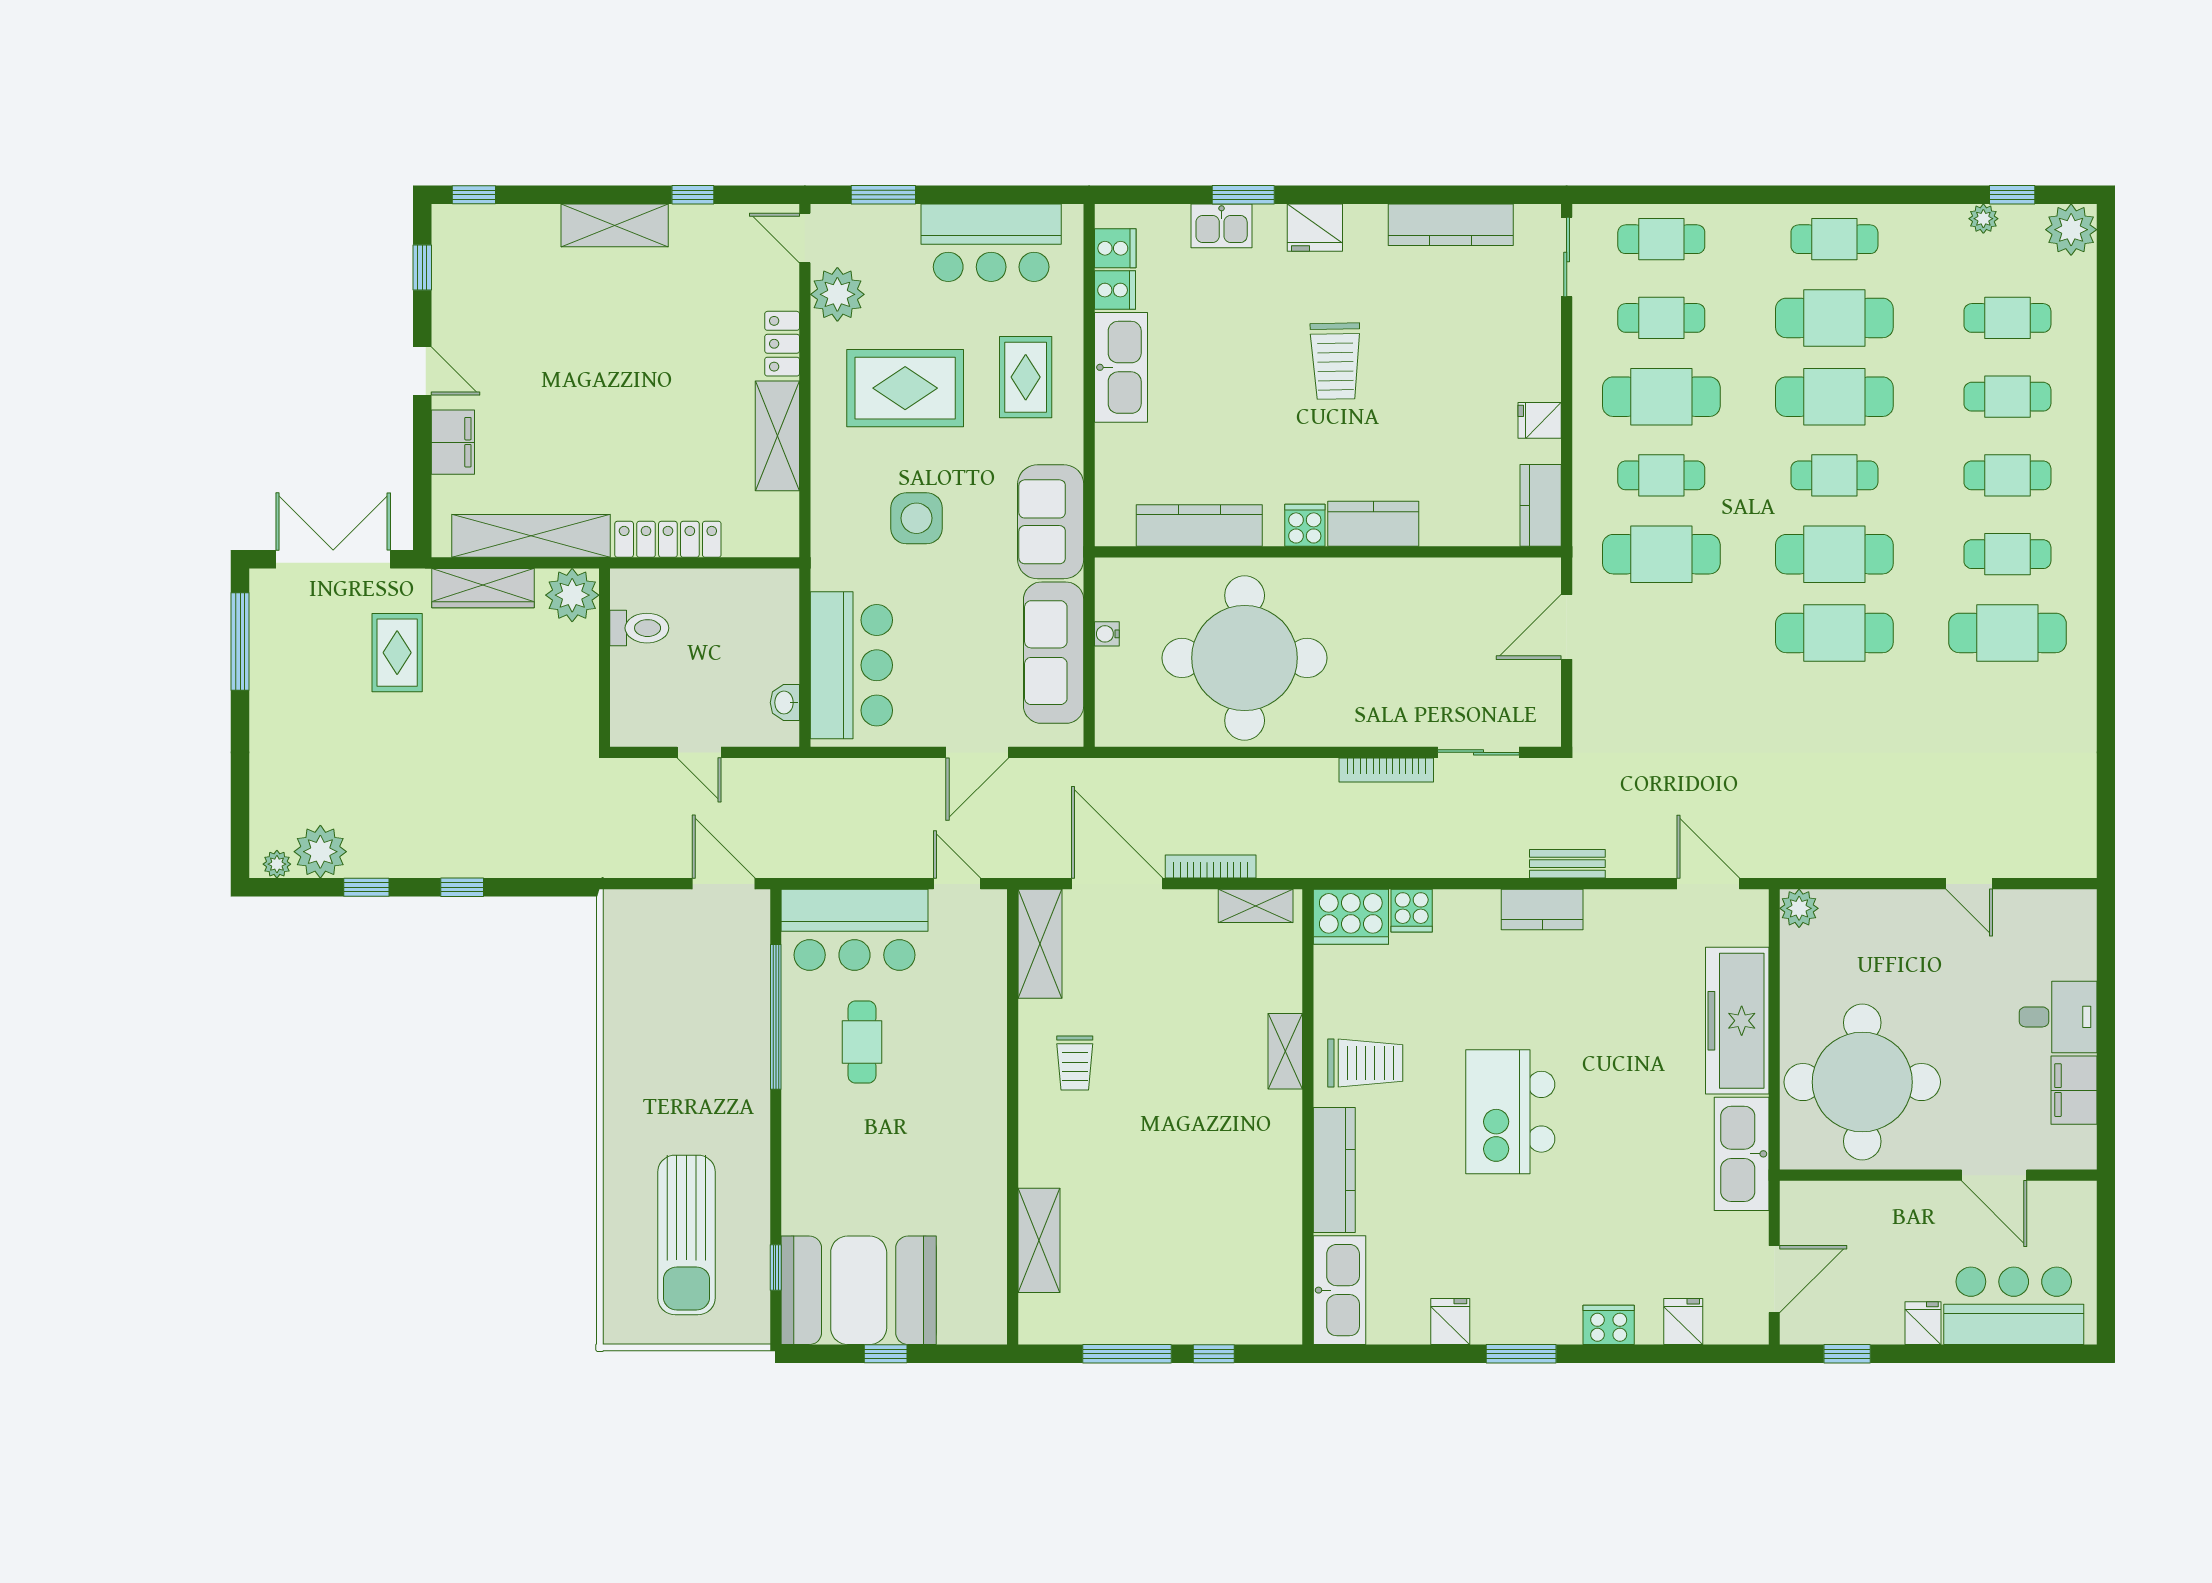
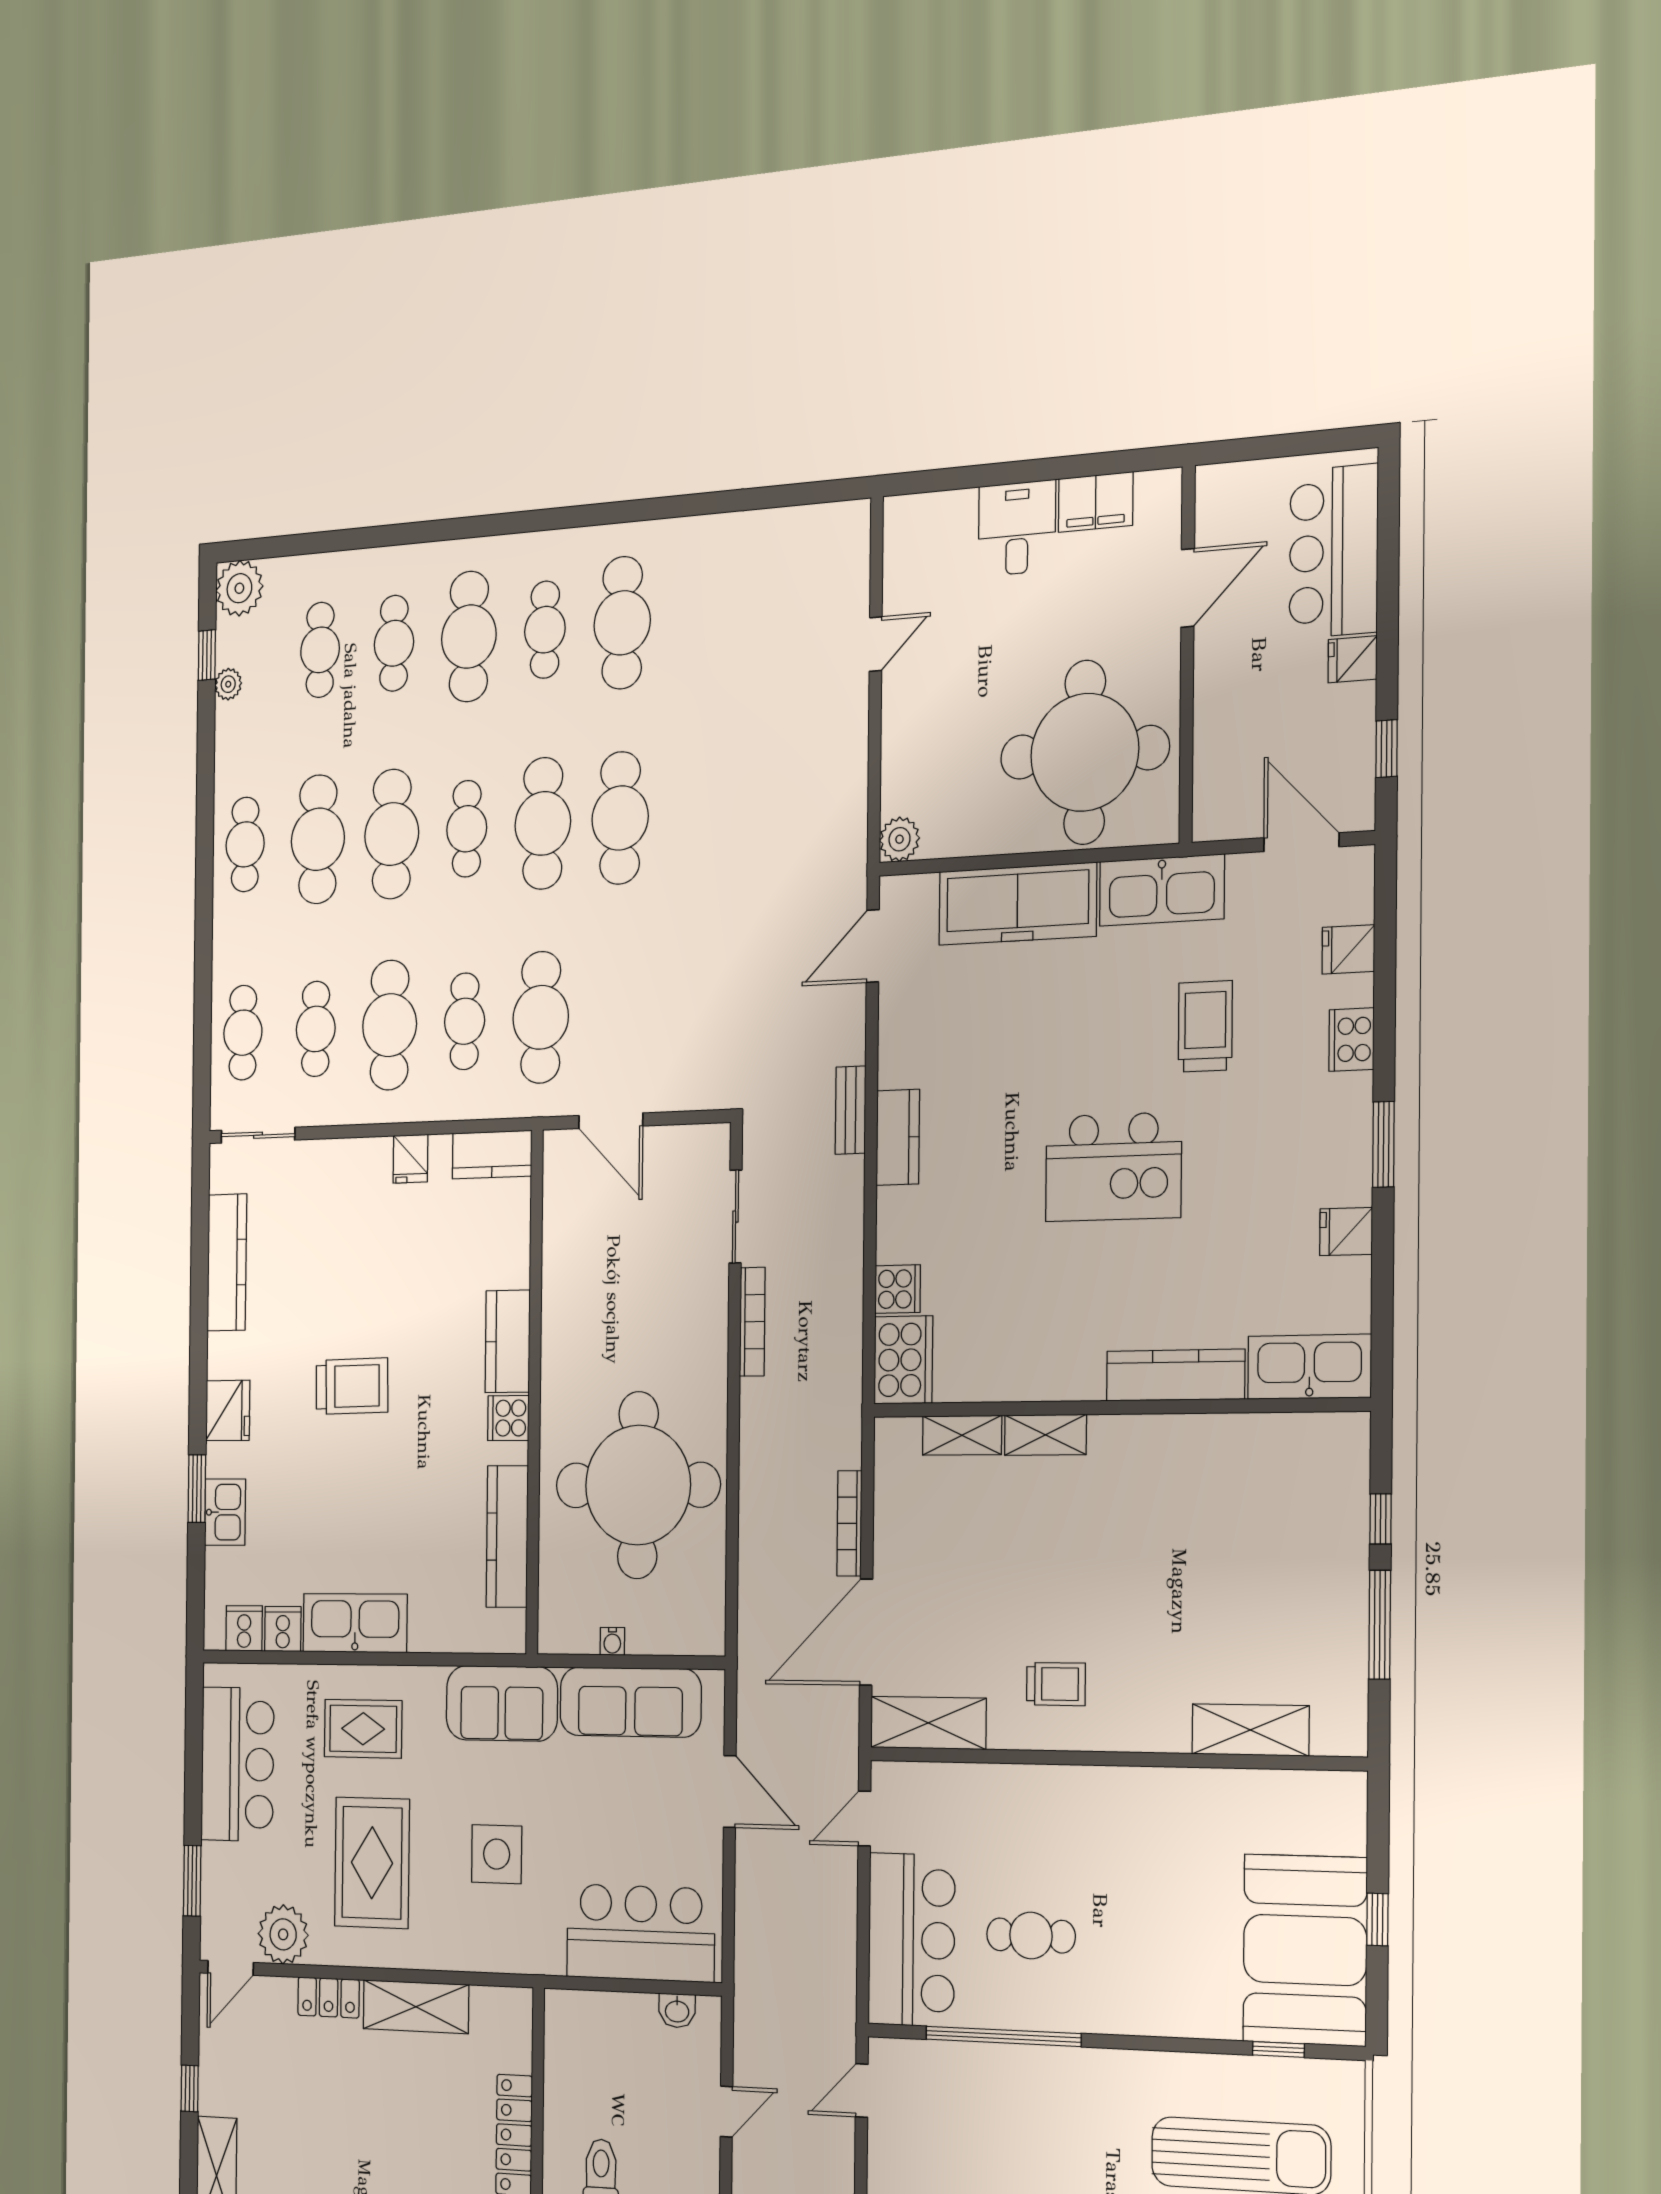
cafe table: (2007, 475) -> (469, 637), width x1.37, depth x1.35
door: (724, 884) -> (862, 2091), width x0.73
shelving: (1256, 906) -> (962, 1435), moved, turned 90
trolley: (1365, 1063) -> (1205, 1026), moved

